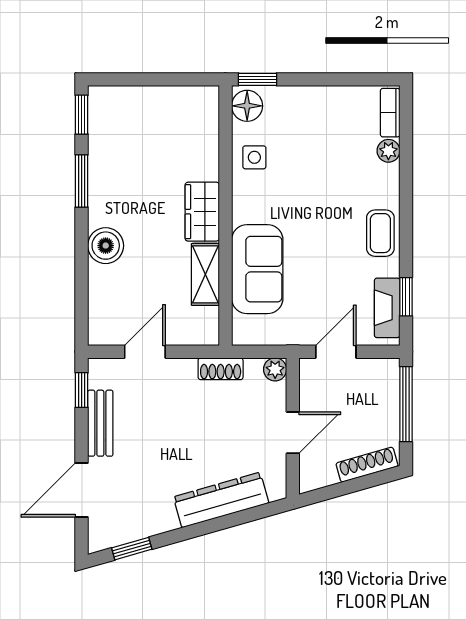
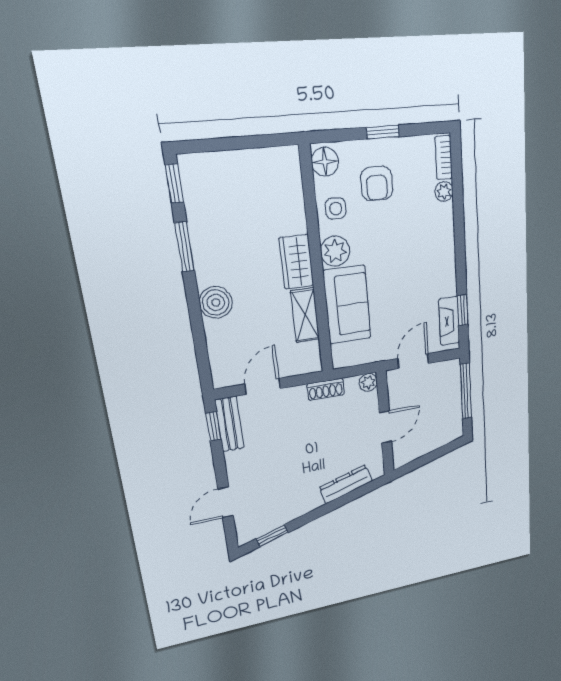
window: (258, 79) -> (383, 132), moved
armchair: (306, 134) -> (377, 184), added
plant: (249, 205) -> (335, 251), added
coffee table: (380, 233) -> (441, 262), removed
bench: (100, 423) -> (229, 424), moved
shoe rack: (367, 465) -> (441, 440), removed
door: (82, 490) -> (226, 502), width x0.73
dresser: (221, 500) -> (346, 484), width x0.73, depth x0.80

